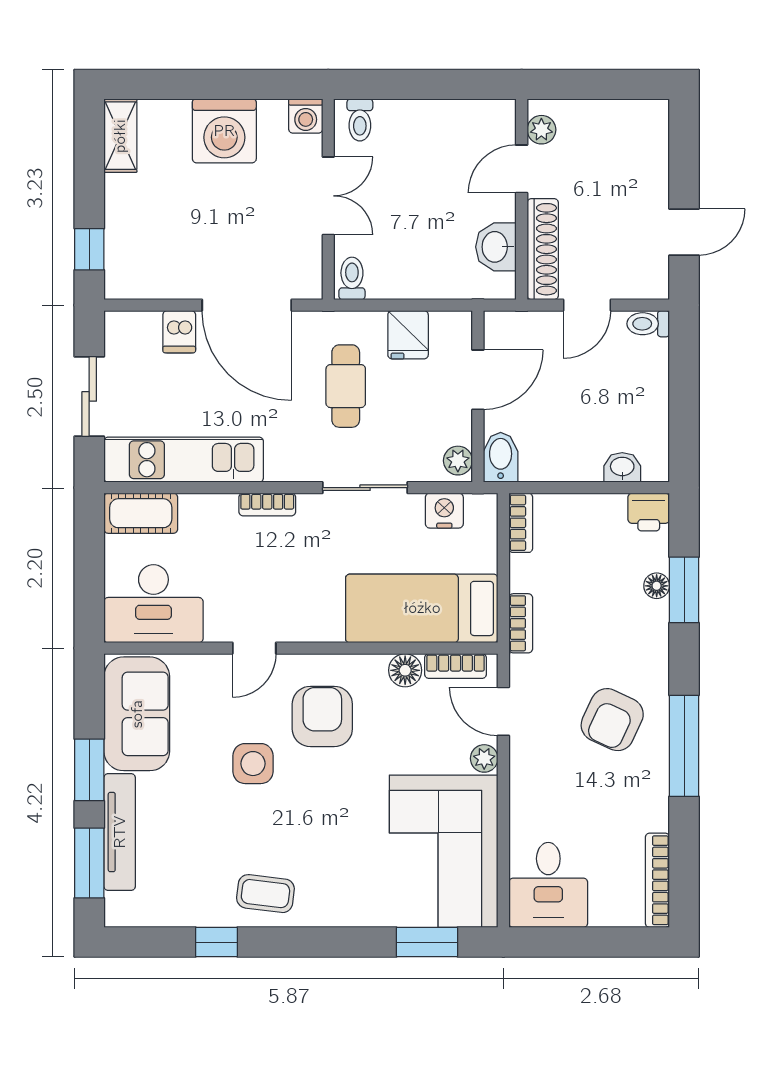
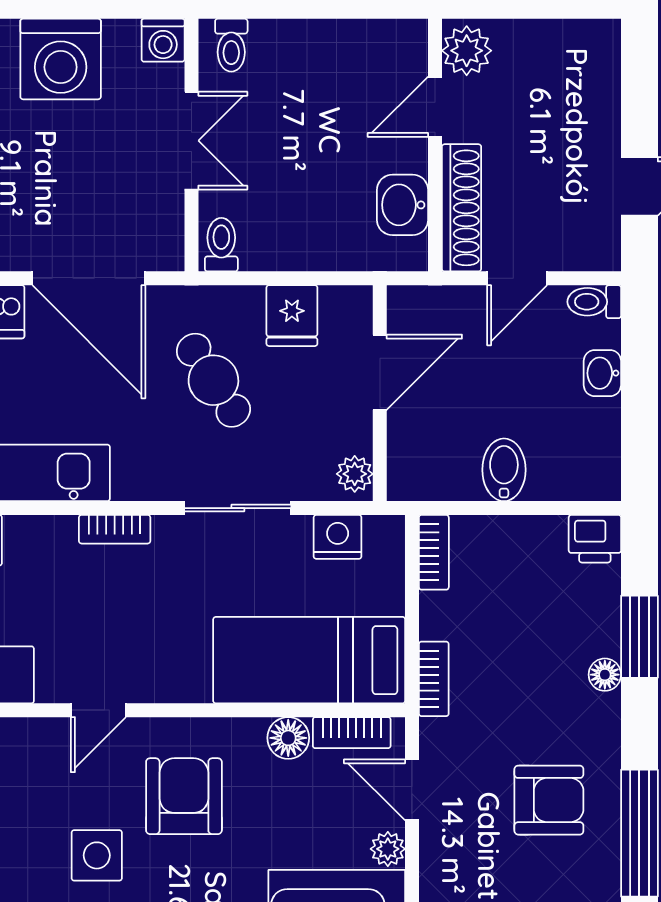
plant: (541, 130) -> (467, 51), width x1.38, depth x1.38
cafe table: (346, 386) -> (213, 380), turned -33
bidet: (501, 457) -> (504, 470), moved
washbasin: (622, 467) -> (602, 373), moved, turned -90
floor lamp: (657, 586) -> (605, 675), moved
armchair: (612, 720) -> (549, 800), turned -115

